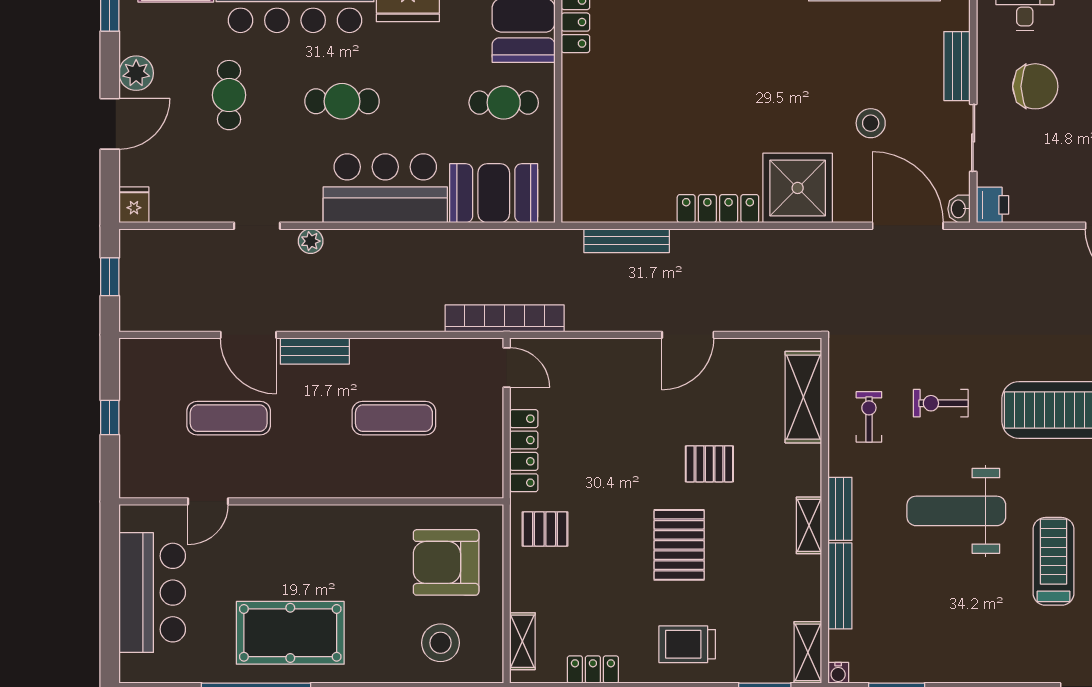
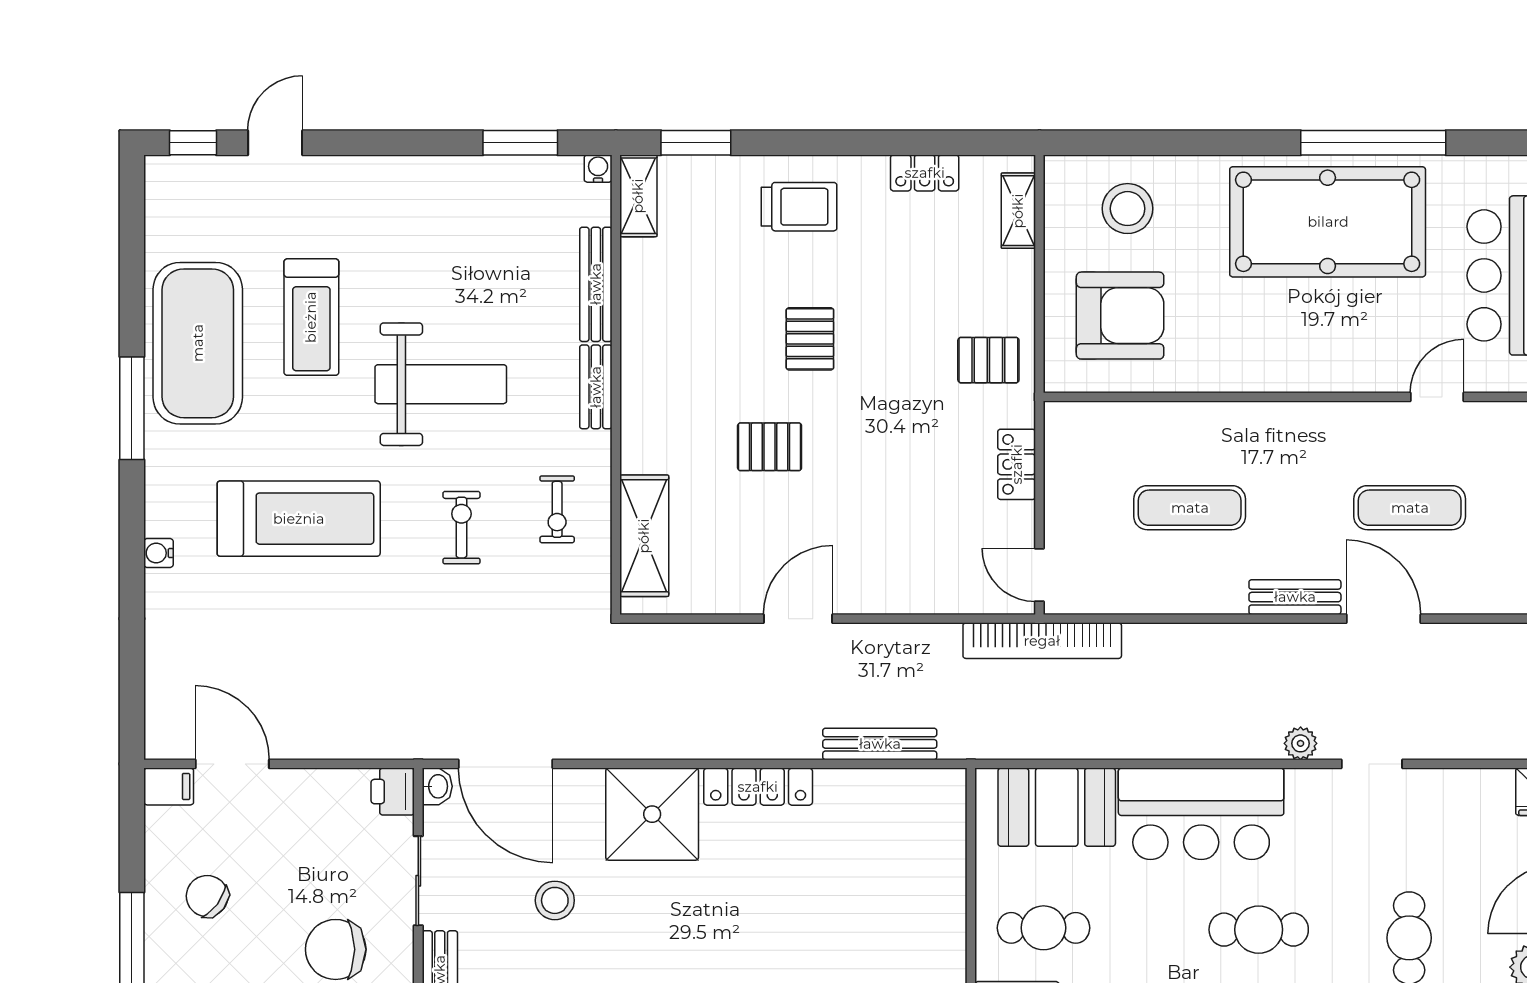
exercise bike: (941, 403) -> (461, 528), turned -90
locker: (524, 451) -> (1017, 464), width x0.66
shelving: (809, 525) -> (637, 365), removed
pallet: (679, 545) -> (810, 339), width x0.67, depth x0.71
pool table: (290, 633) -> (1328, 222), width x1.36, depth x1.32

